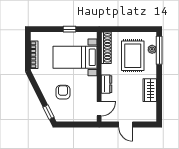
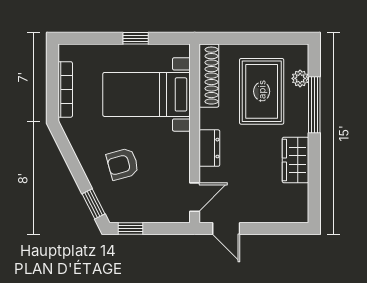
window: (159, 50) -> (314, 105), moved
armchair: (63, 92) -> (123, 164), turned -105
window: (67, 124) -> (130, 228), added
door: (126, 124) -> (226, 228), moved

